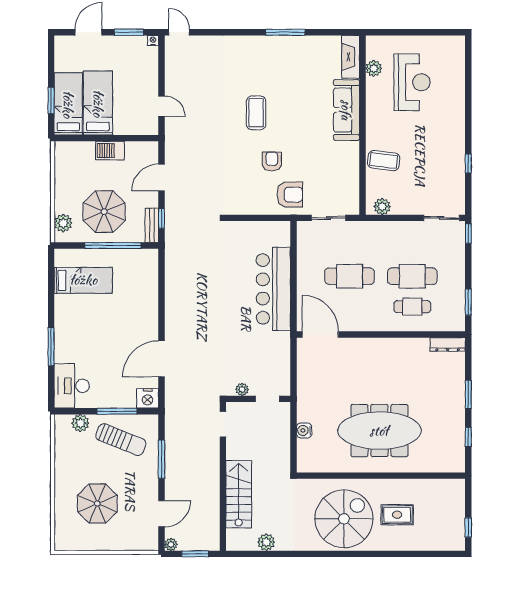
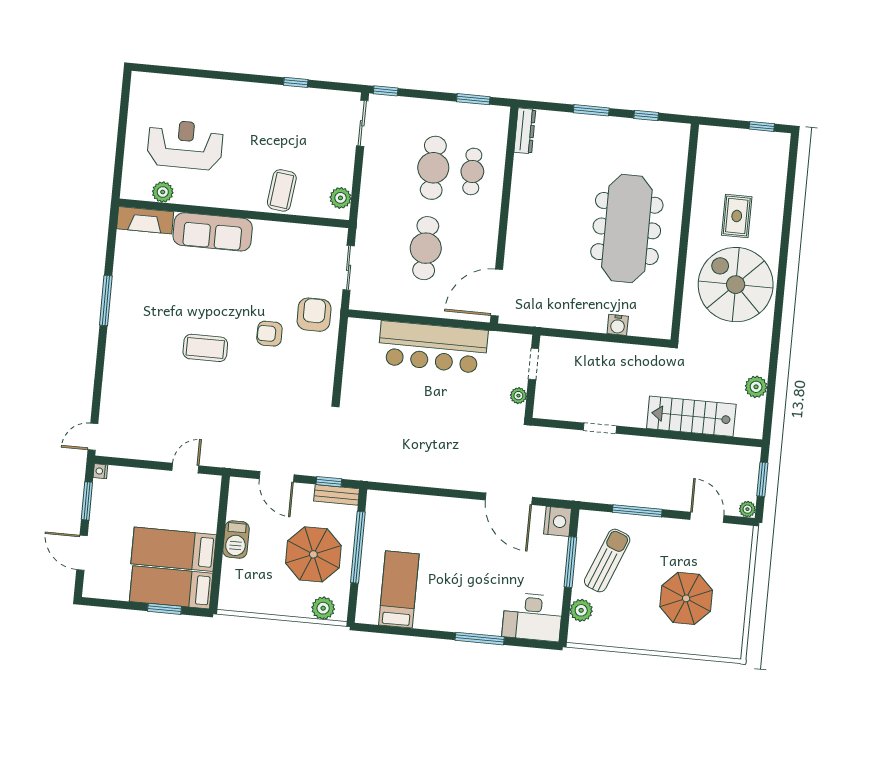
plant: (242, 389) -> (518, 396), moved
wall: (258, 399) -> (532, 376), moved
doorway: (268, 399) -> (534, 364), moved

